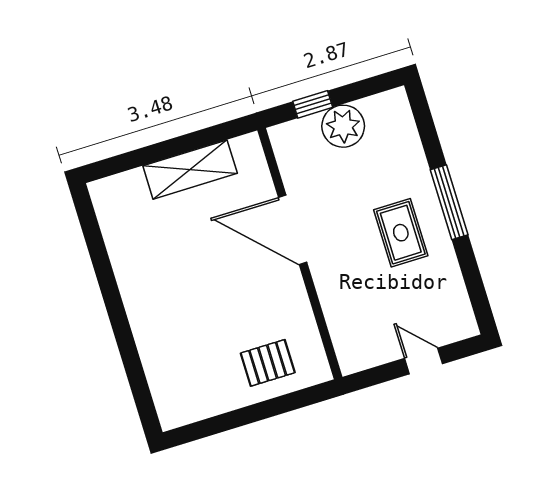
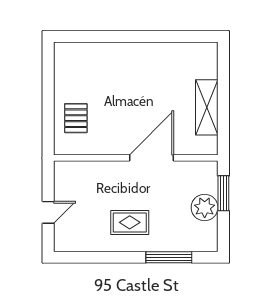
window: (313, 104) -> (223, 193), width x1.50
window: (449, 202) -> (169, 257), moved

